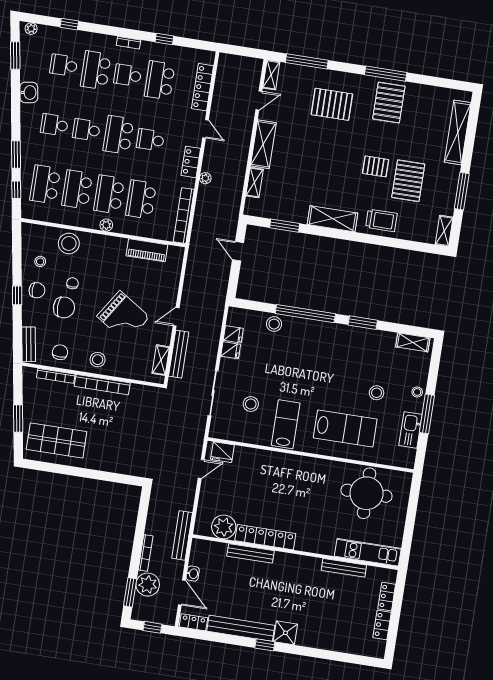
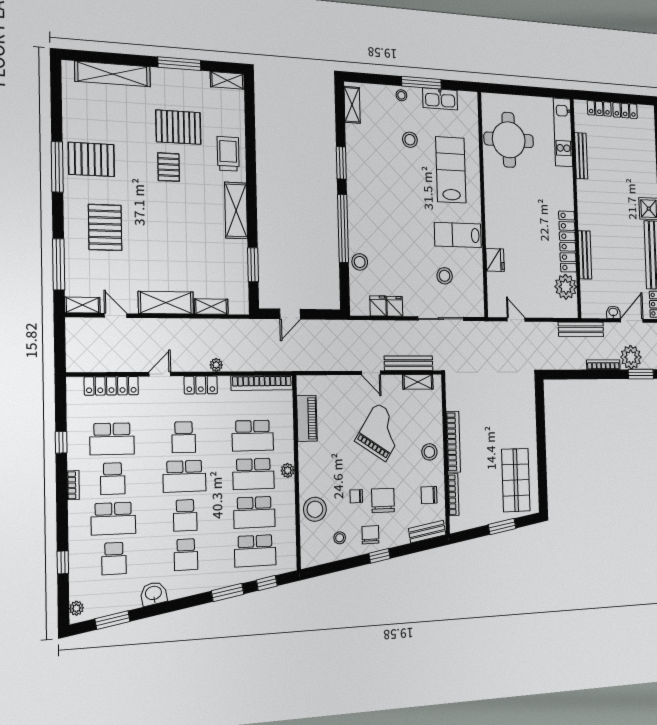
fridge: (222, 452) -> (495, 260), moved

